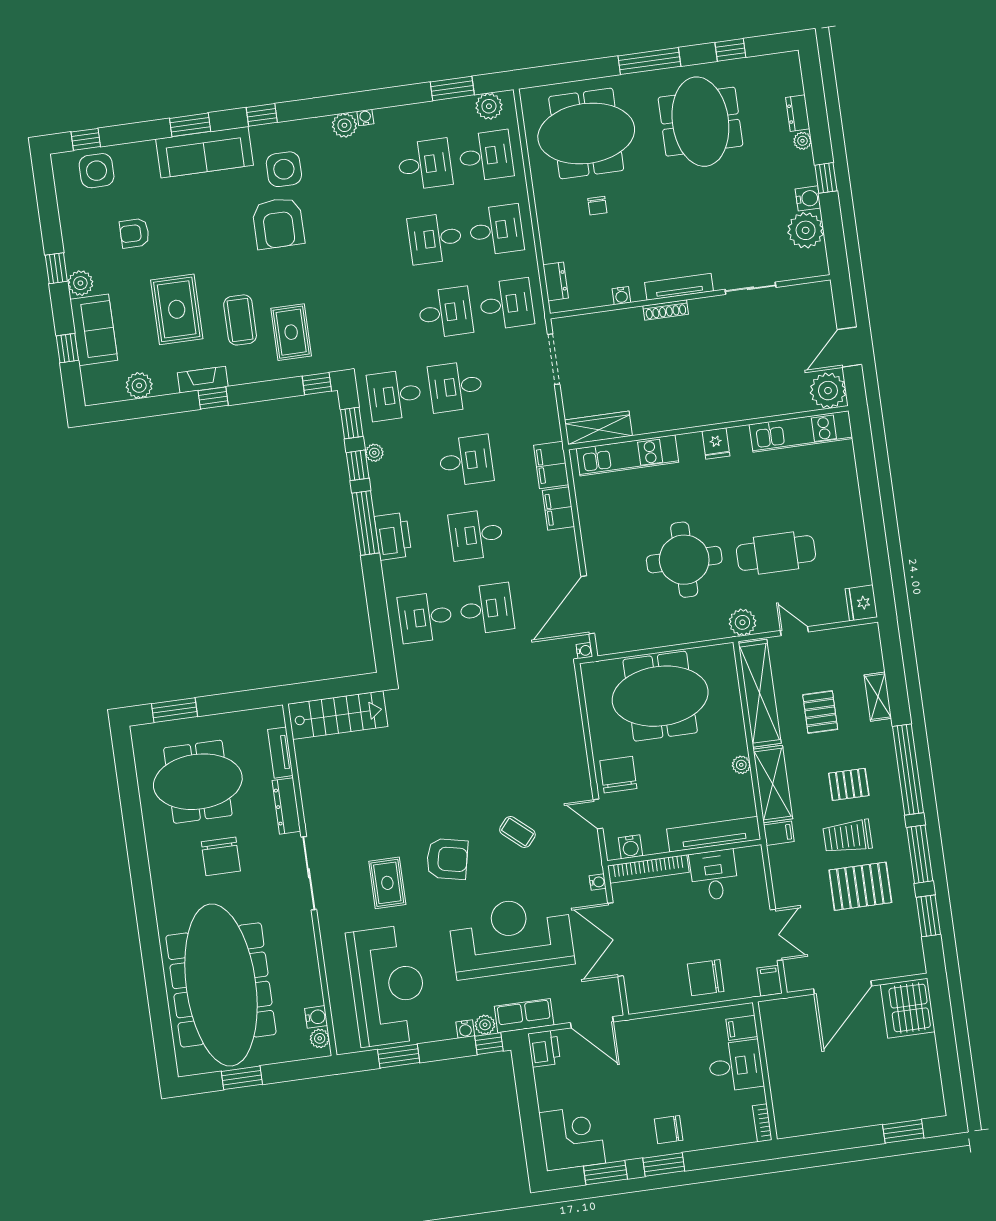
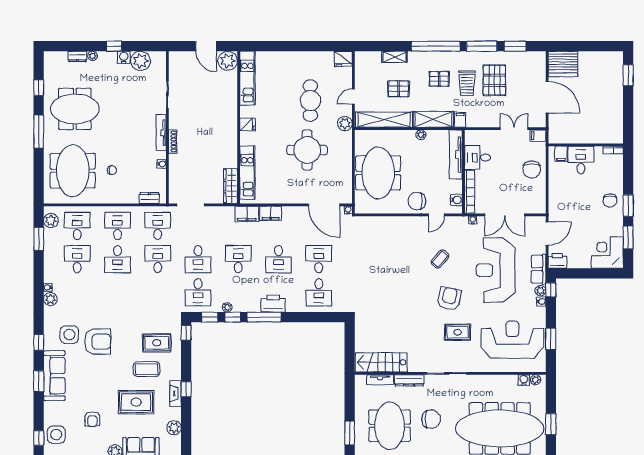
stairs: (338, 715) -> (381, 362), moved, turned -90
pallet: (849, 784) -> (439, 79), turned 90

